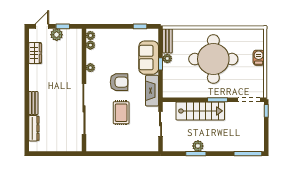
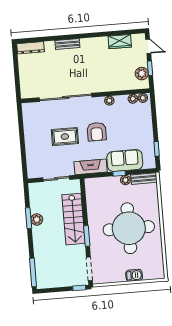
plant: (57, 35) -> (142, 74), moved
dresser: (34, 128) -> (31, 48), moved

